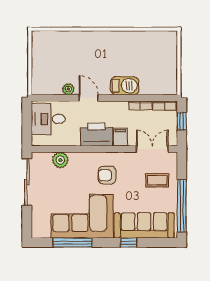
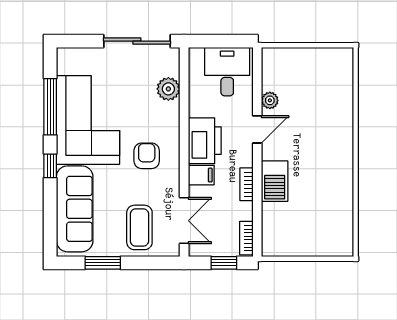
bookcase: (140, 105) -> (247, 184), moved
coffee table: (157, 180) -> (139, 227), width x1.36, depth x1.30
window: (182, 206) -> (103, 263), width x0.47
window: (129, 243) -> (50, 166), moved

